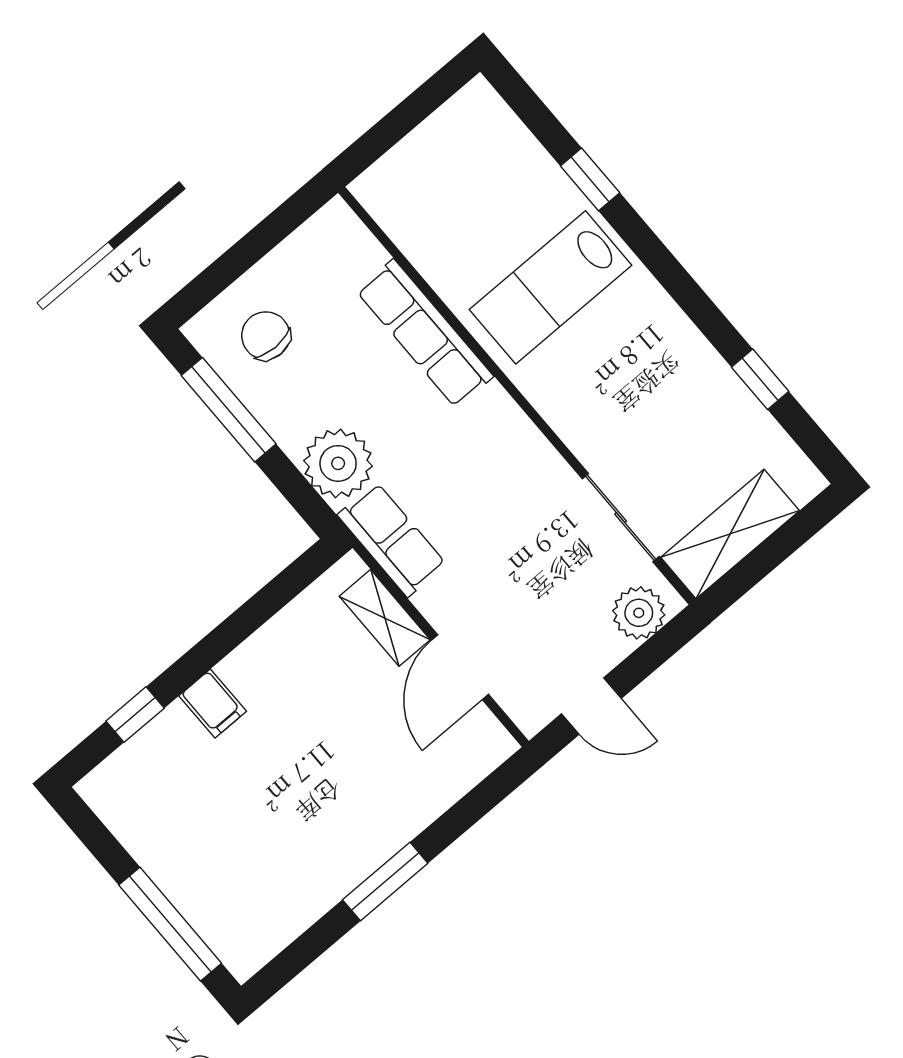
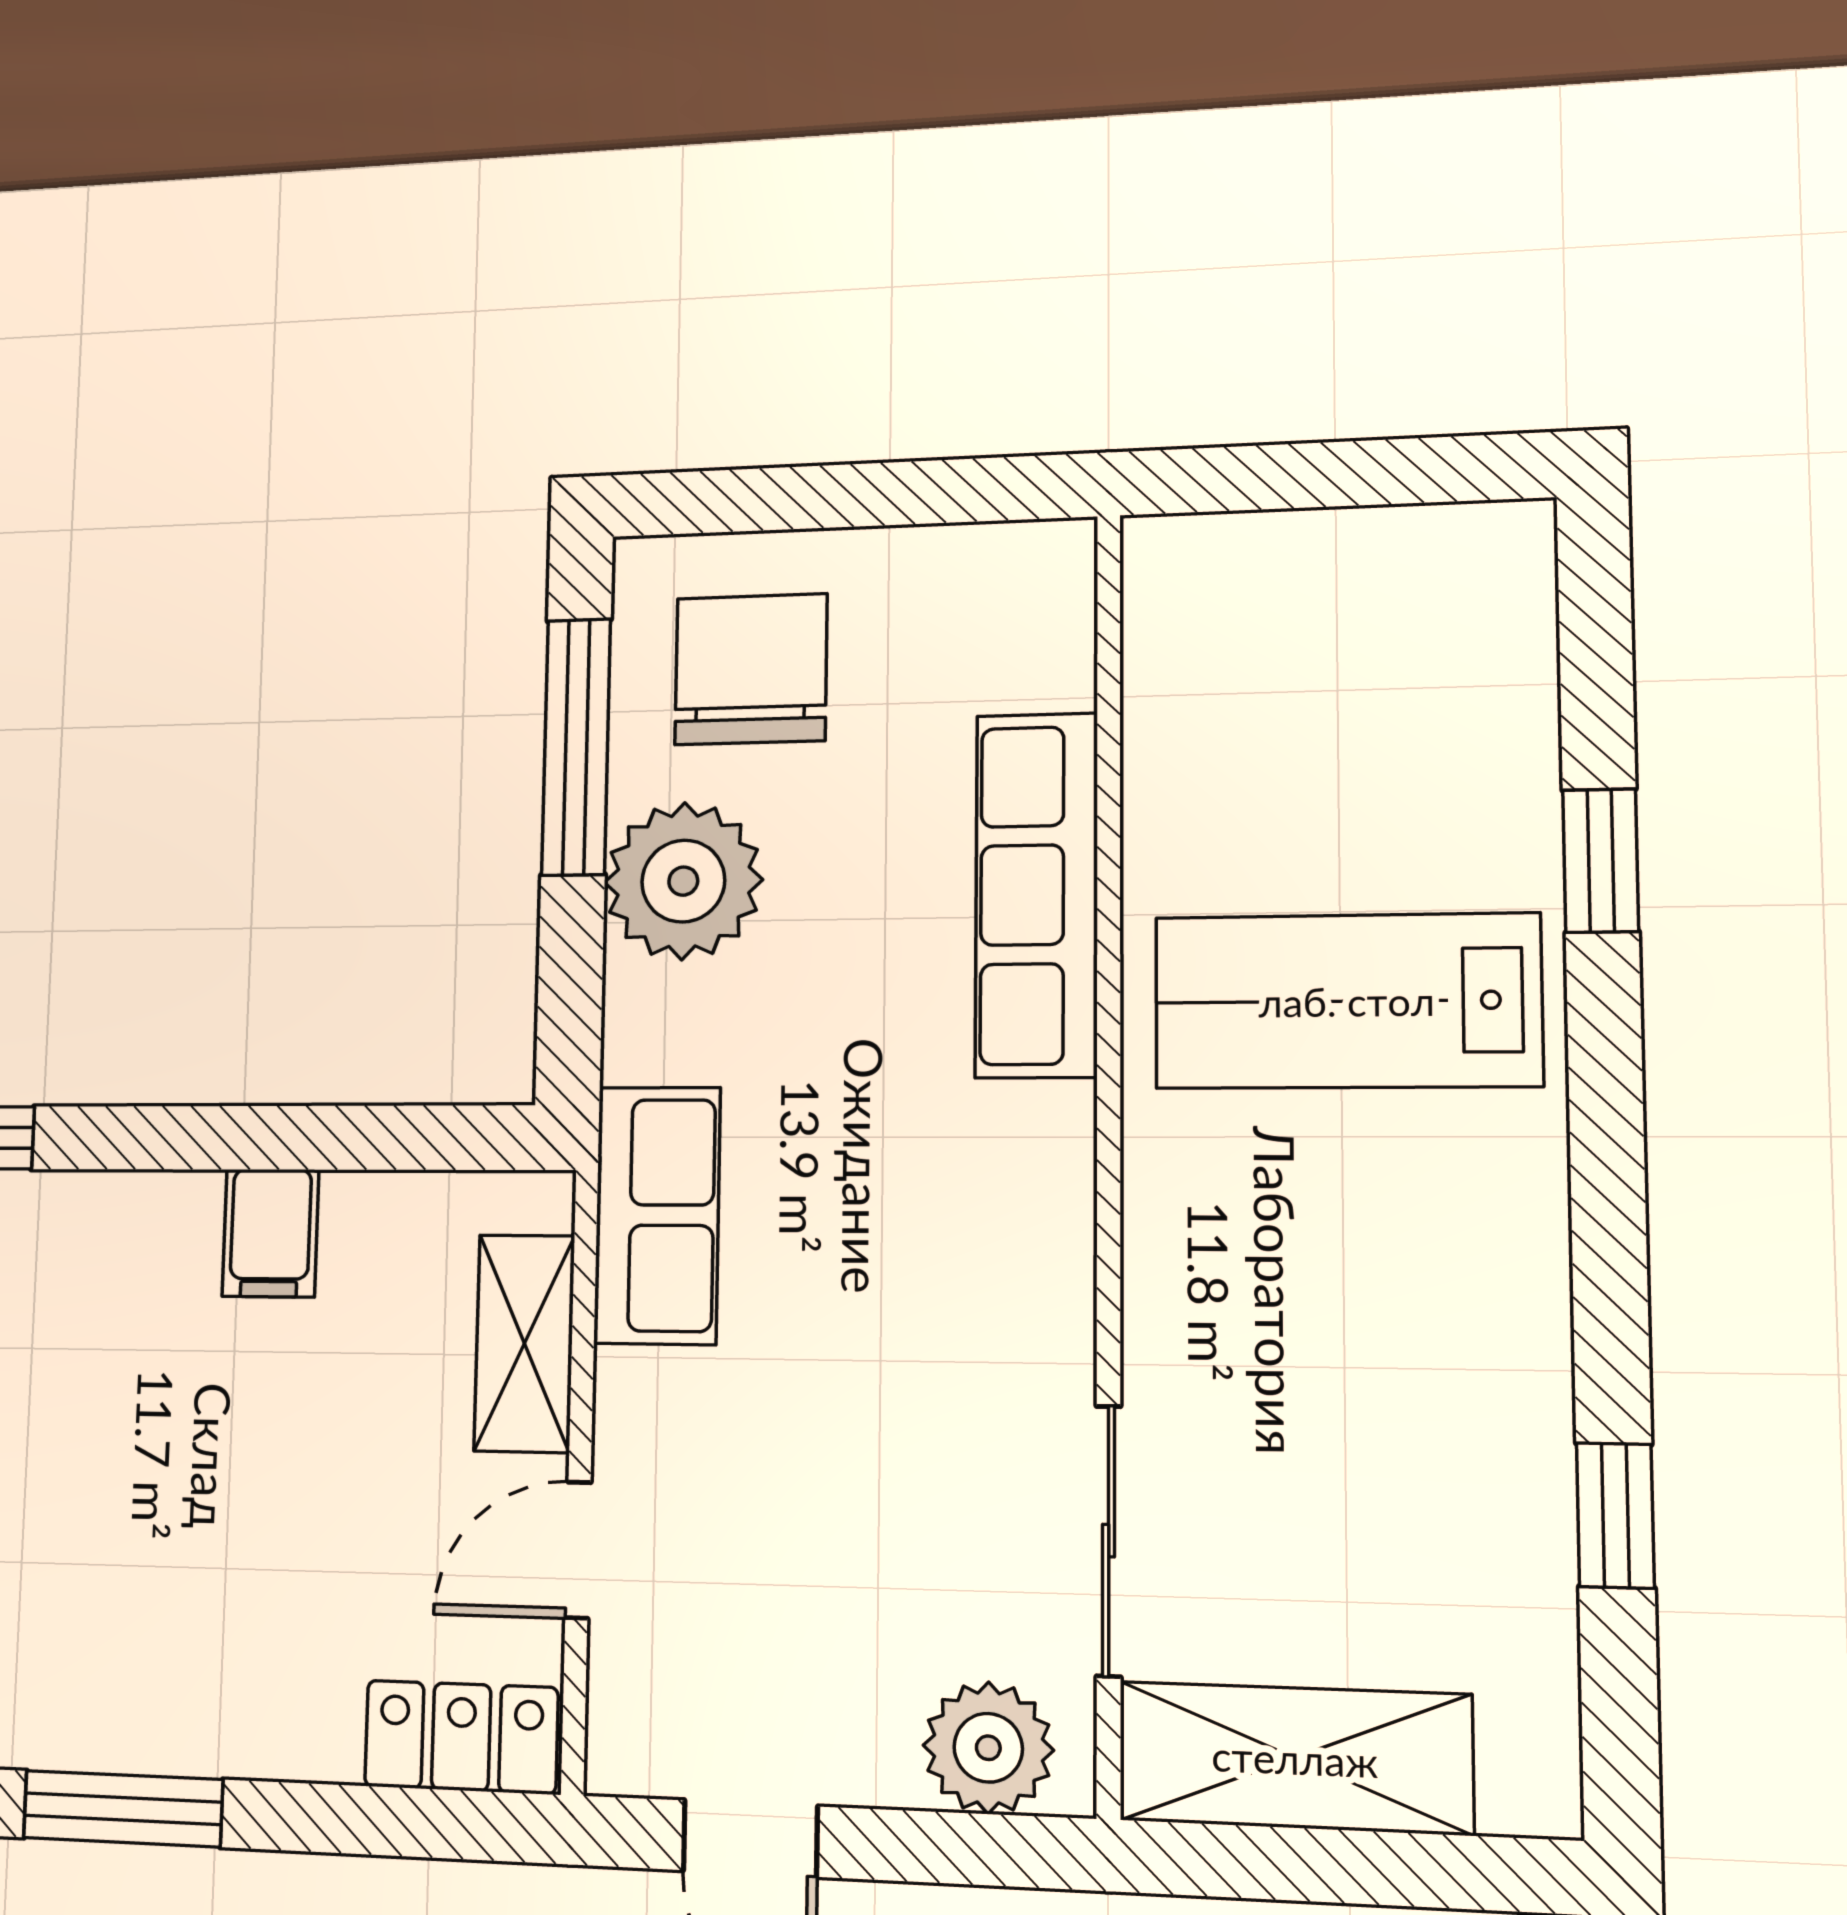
chair: (266, 336) -> (751, 669), width x1.37, depth x1.37
plant: (338, 463) -> (683, 881), moved
door: (460, 667) -> (578, 1550), width x0.73
filing cabinet: (213, 703) -> (271, 1233), moved
locker: (475, 758) -> (461, 1737), added

